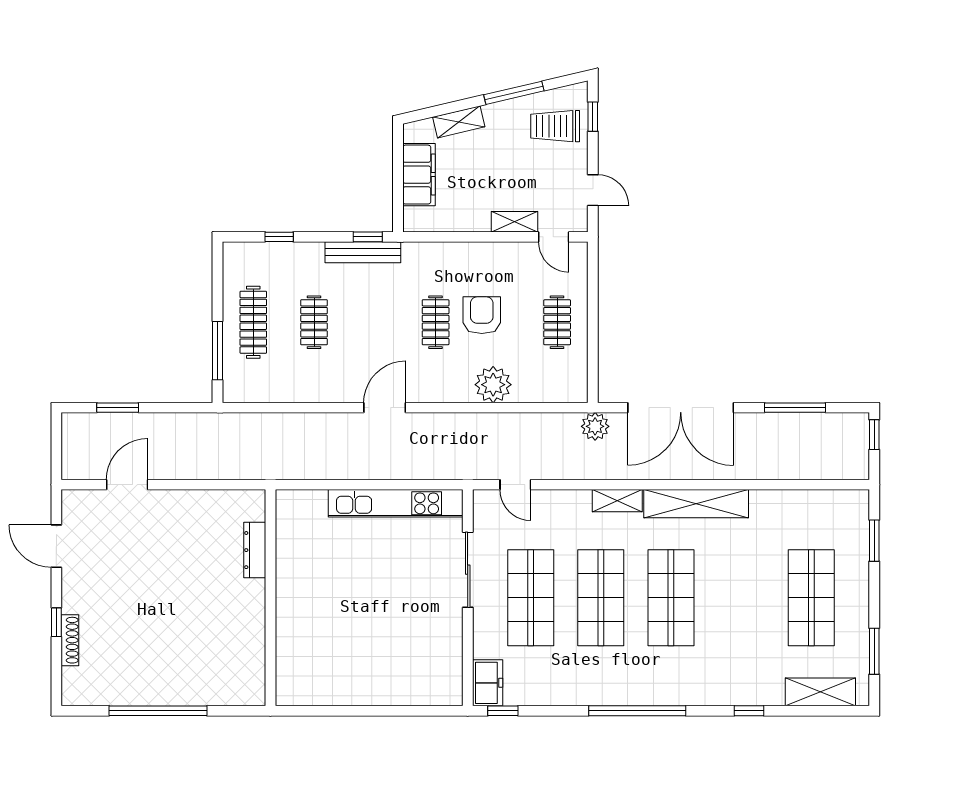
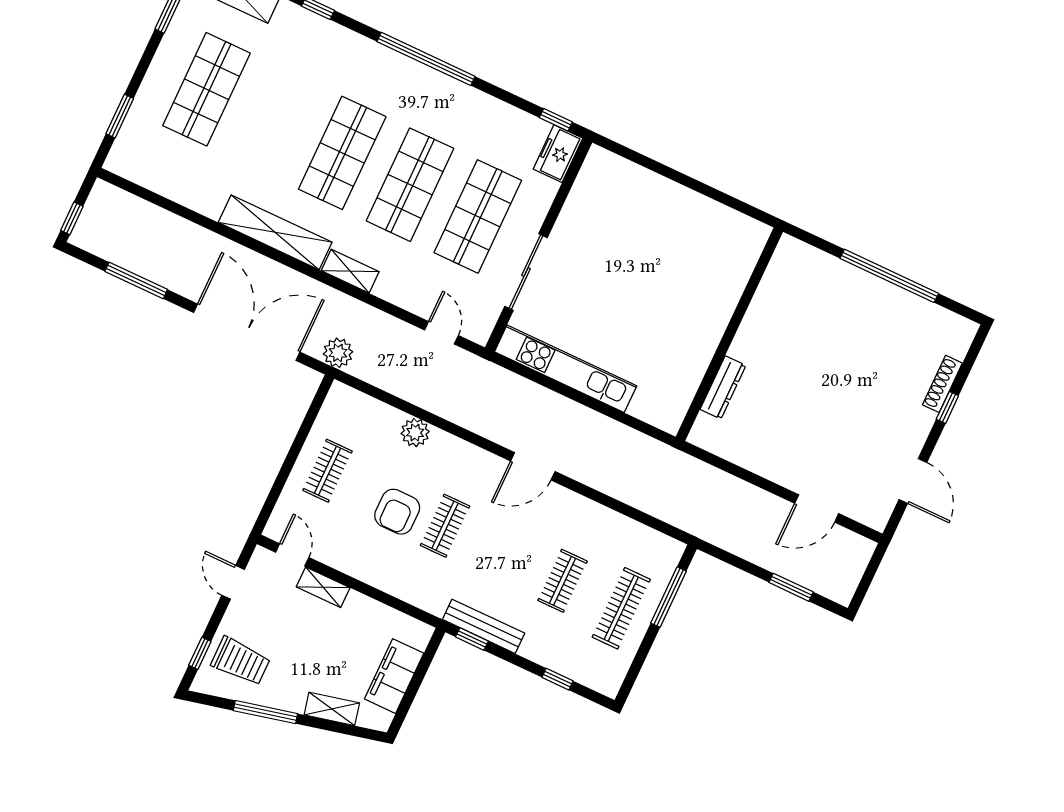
plant: (493, 385) -> (415, 433), width x0.73, depth x0.73

